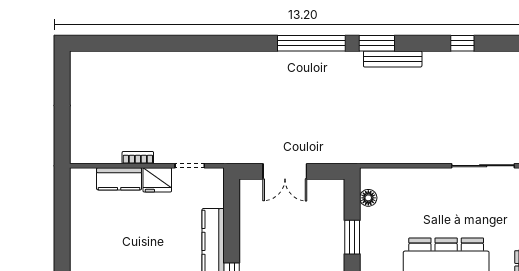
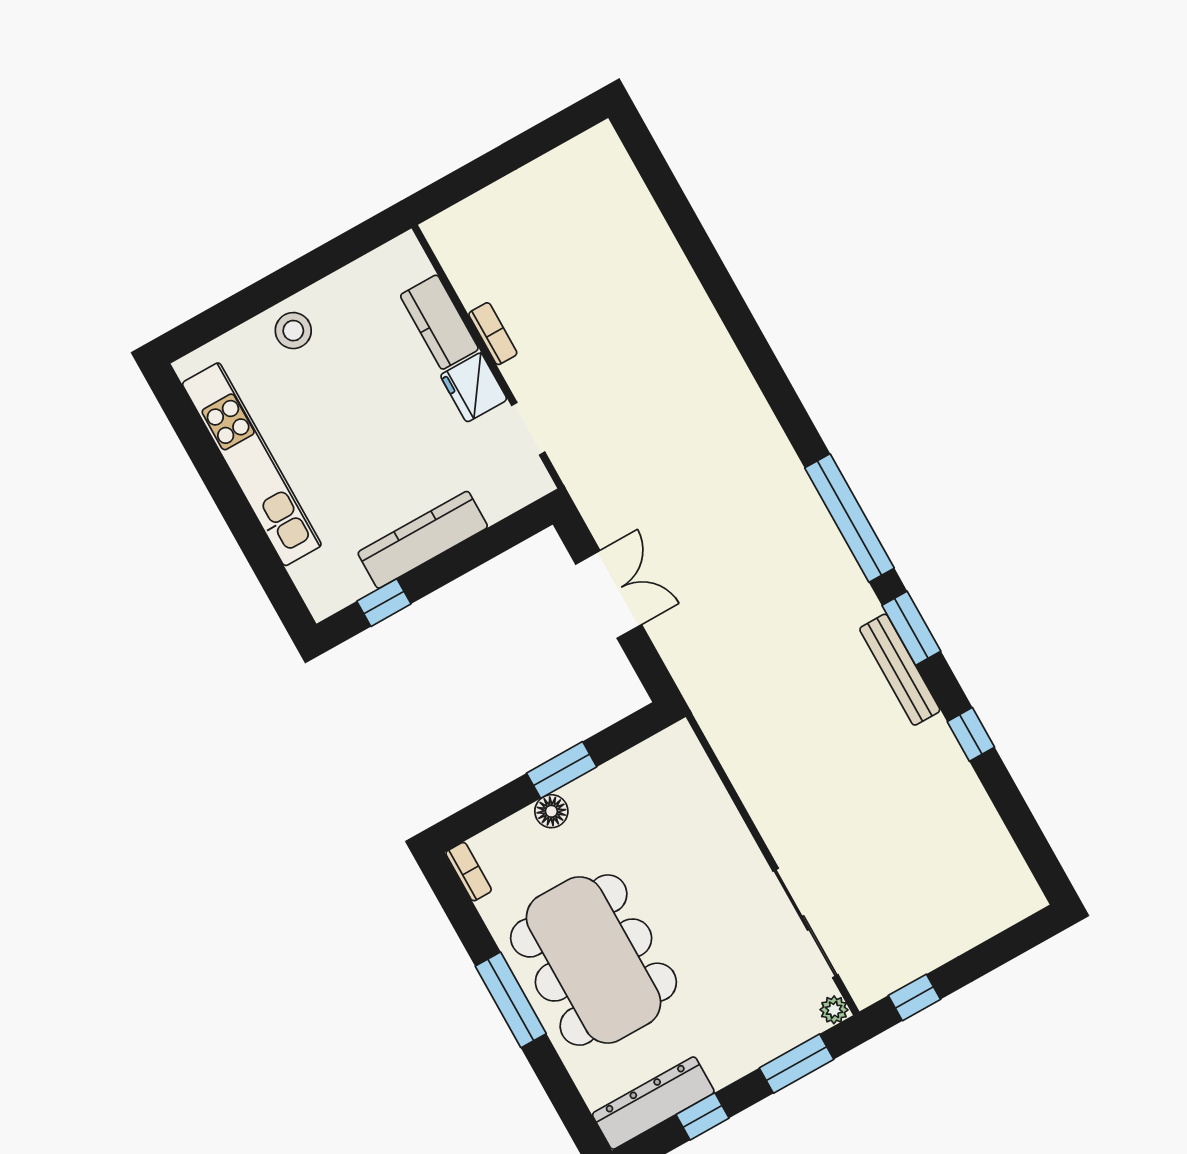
window: (462, 43) -> (971, 734), moved
double door: (285, 171) -> (609, 594), swing flipped
floor lamp: (368, 198) -> (551, 811), moved
stool: (86, 247) -> (293, 331), added

